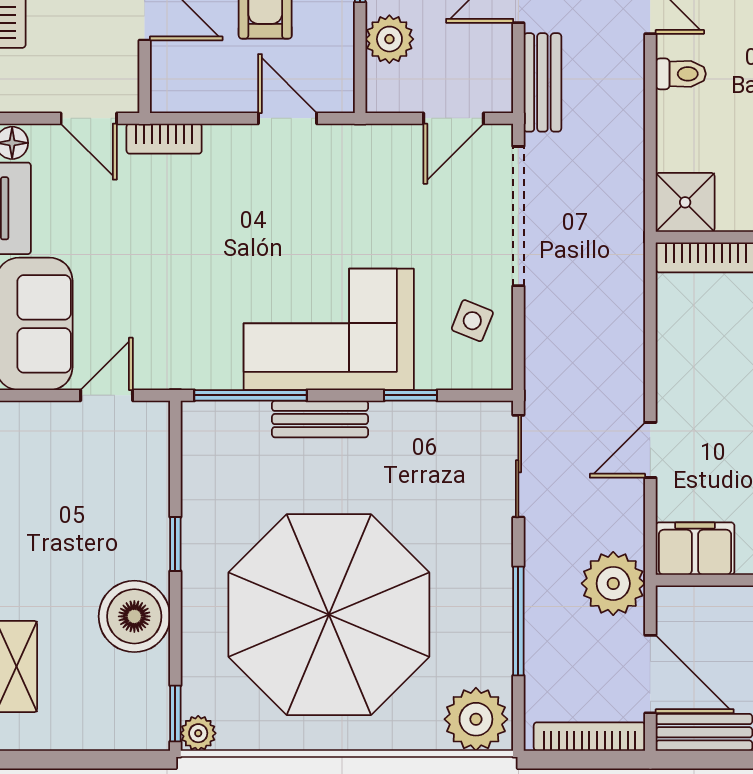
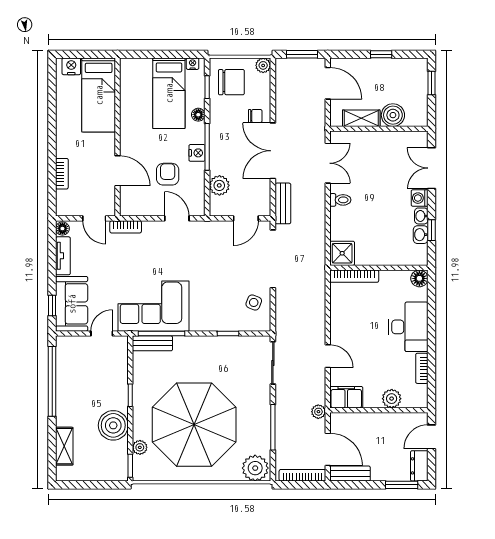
corner sofa: (329, 329) -> (153, 306), moved
bench: (320, 419) -> (152, 343), moved
door: (650, 450) -> (328, 356), swing flipped
plant: (613, 583) -> (318, 412), width x0.53, depth x0.53
plant: (198, 733) -> (140, 447), moved

